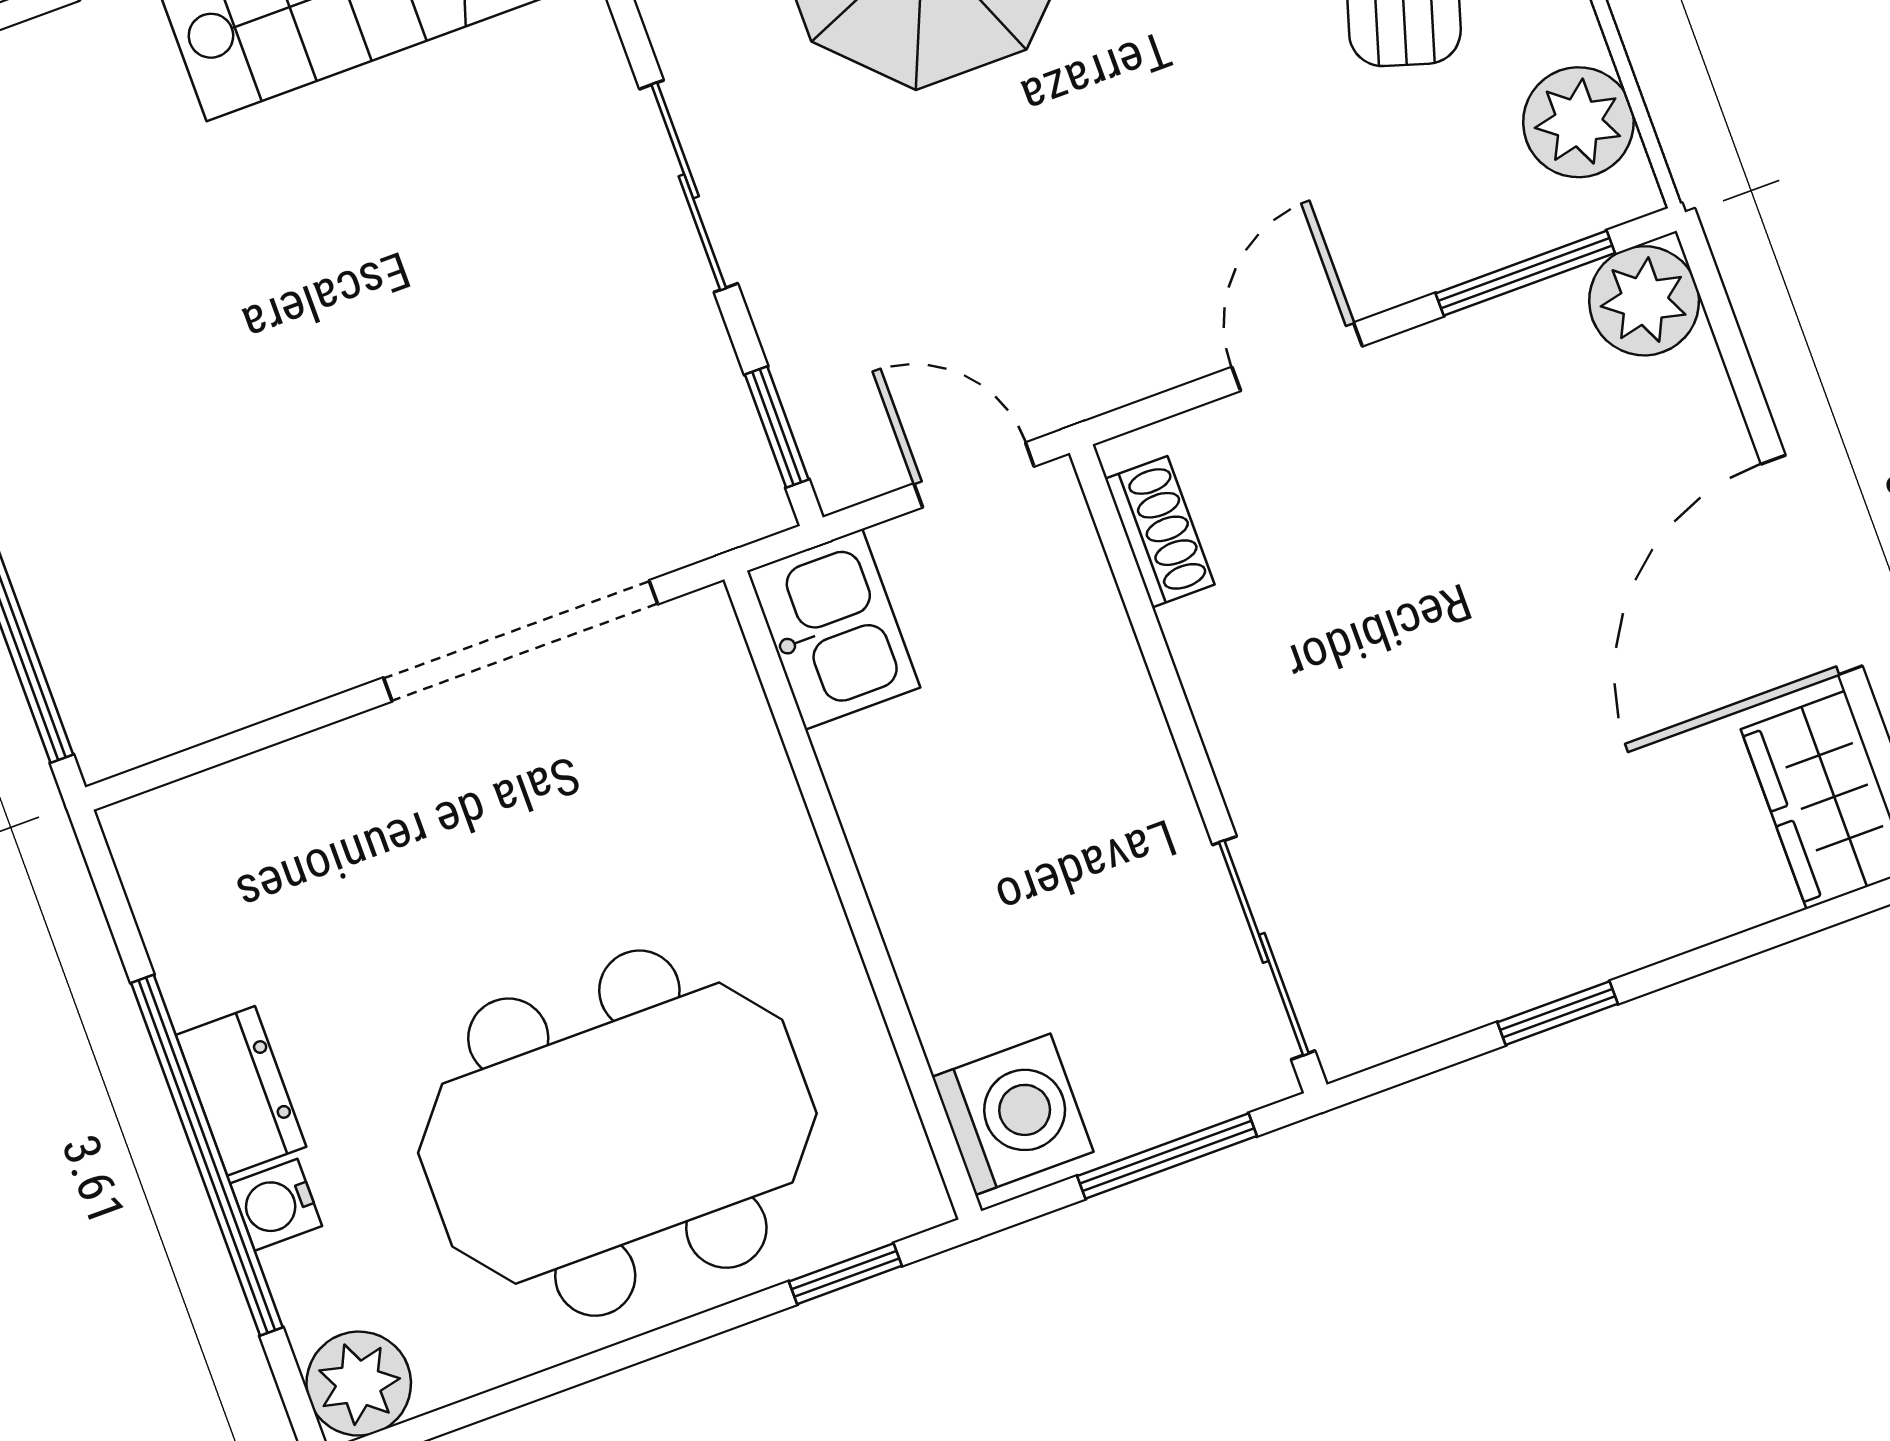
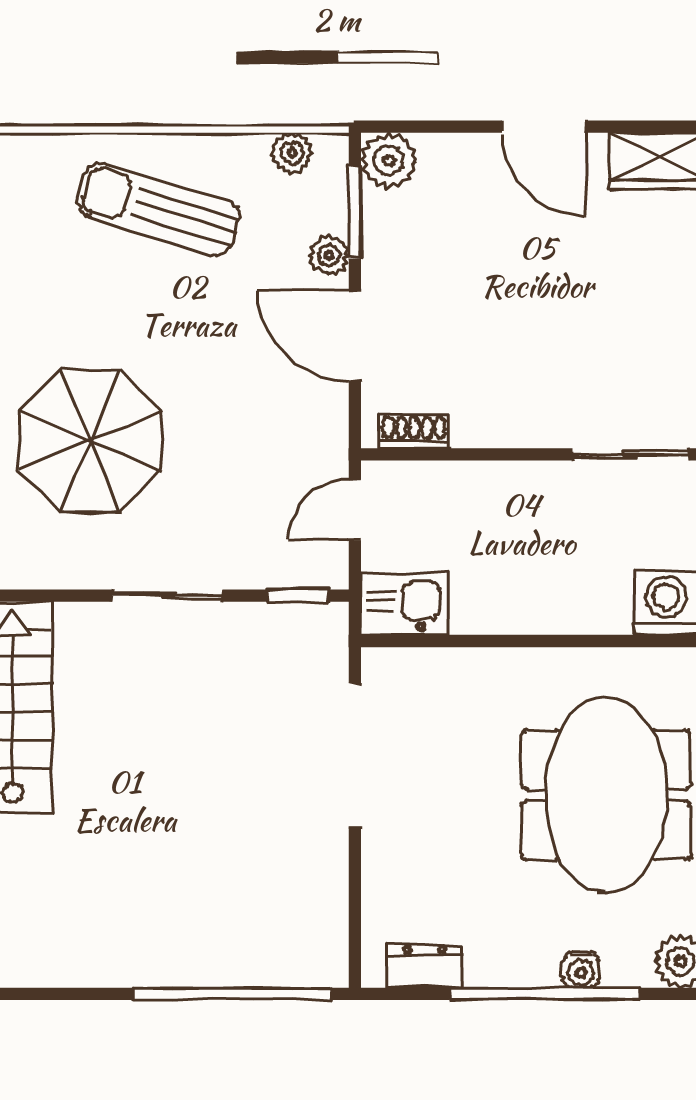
plant: (1578, 122) -> (292, 153), width x0.73, depth x0.73
plant: (1428, 255) -> (329, 255), added
door: (1297, 357) -> (355, 335), width x1.38
door: (1812, 565) -> (544, 127), width x0.73
dresser: (241, 1091) -> (424, 966), moved

